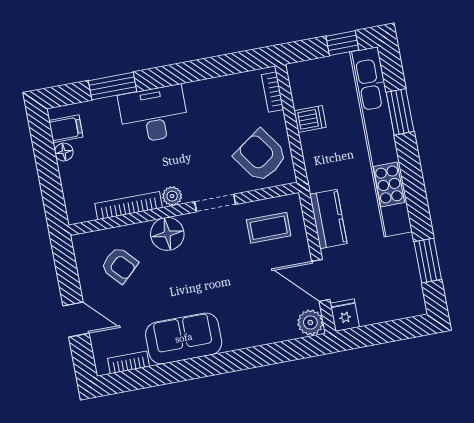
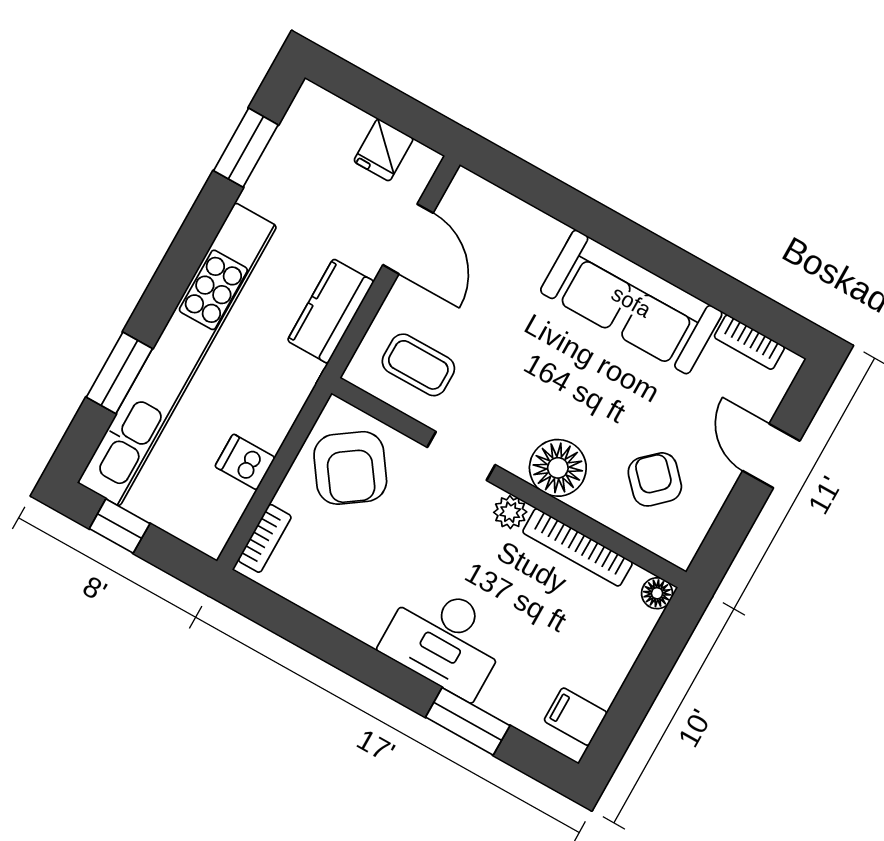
floor lamp: (64, 152) -> (657, 593), moved
fridge: (345, 315) -> (384, 150), moved
plant: (310, 322) -> (468, 195), removed
sofa: (184, 338) -> (631, 302), width x1.36

